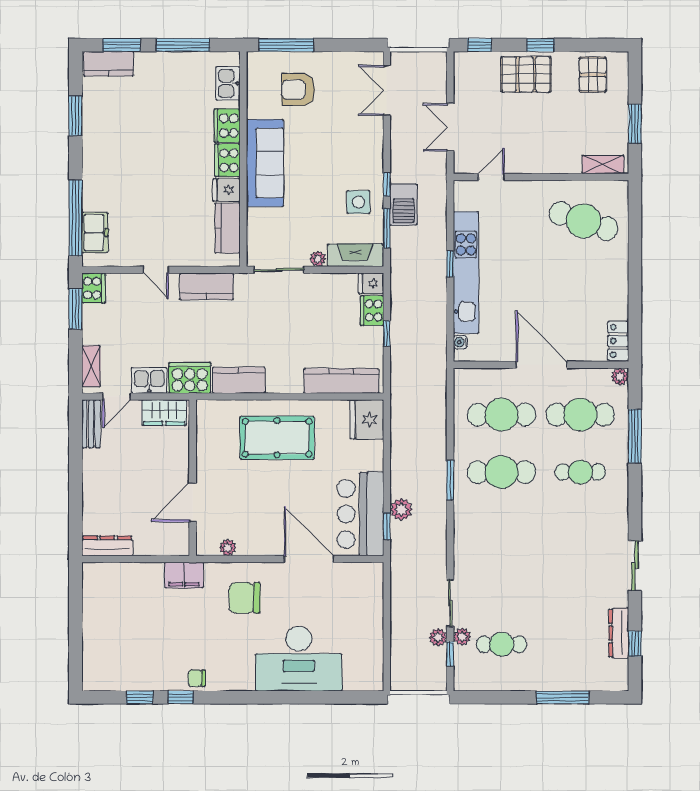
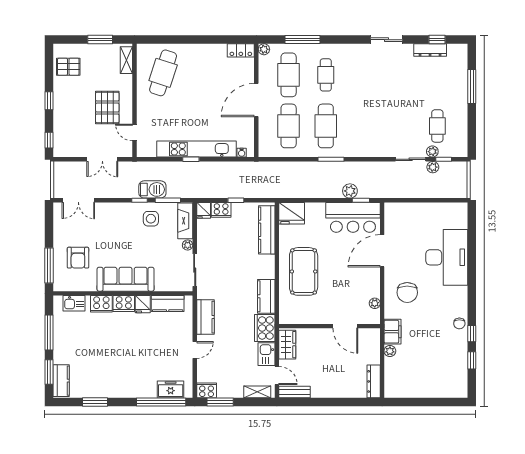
pallet: (526, 74) -> (107, 108), moved
plant: (154, 571) -> (390, 351), added

